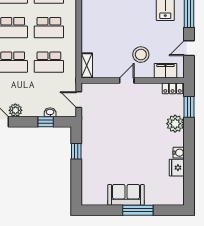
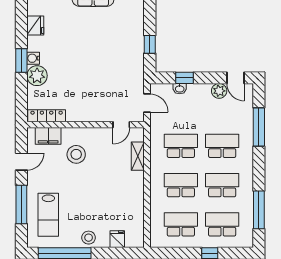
shelving: (87, 66) -> (138, 156), moved
door: (127, 81) -> (121, 125), moved
locker: (173, 88) -> (47, 116), width x1.53
window: (189, 107) -> (21, 61), moved
water cooler: (179, 153) -> (33, 58), moved

